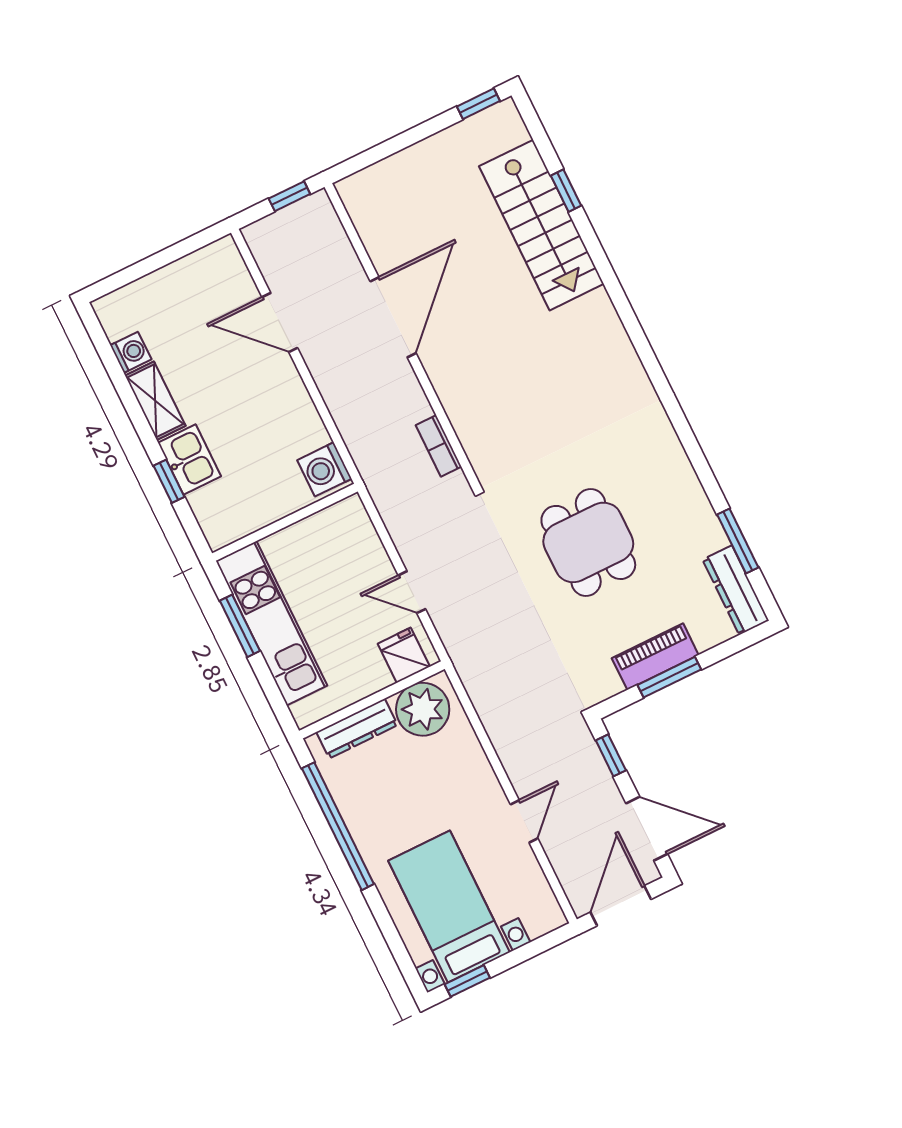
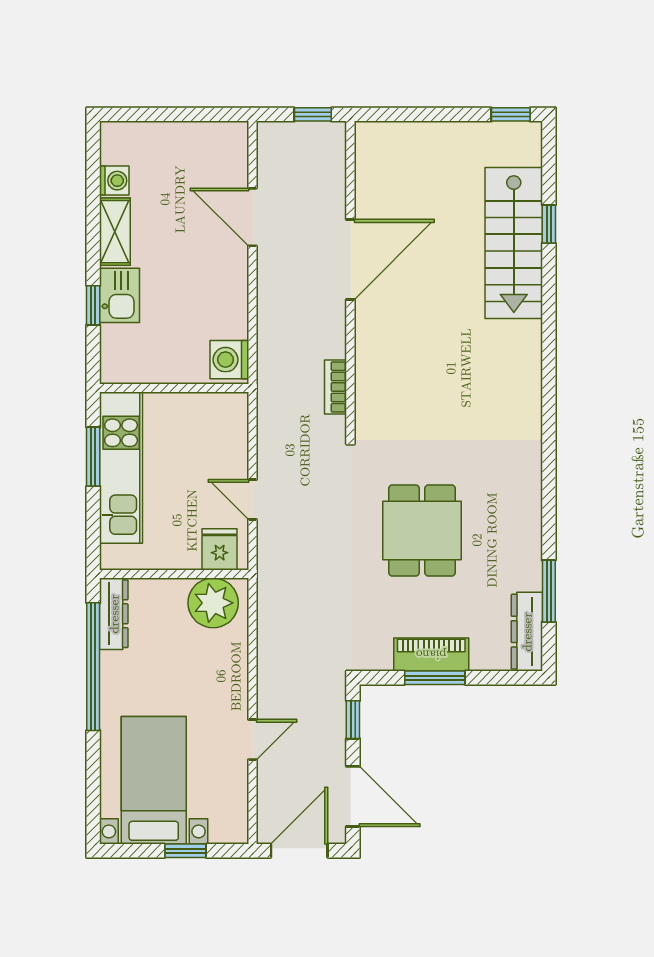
dresser: (357, 729) -> (114, 614), moved, turned -90
window: (467, 981) -> (185, 851), moved

